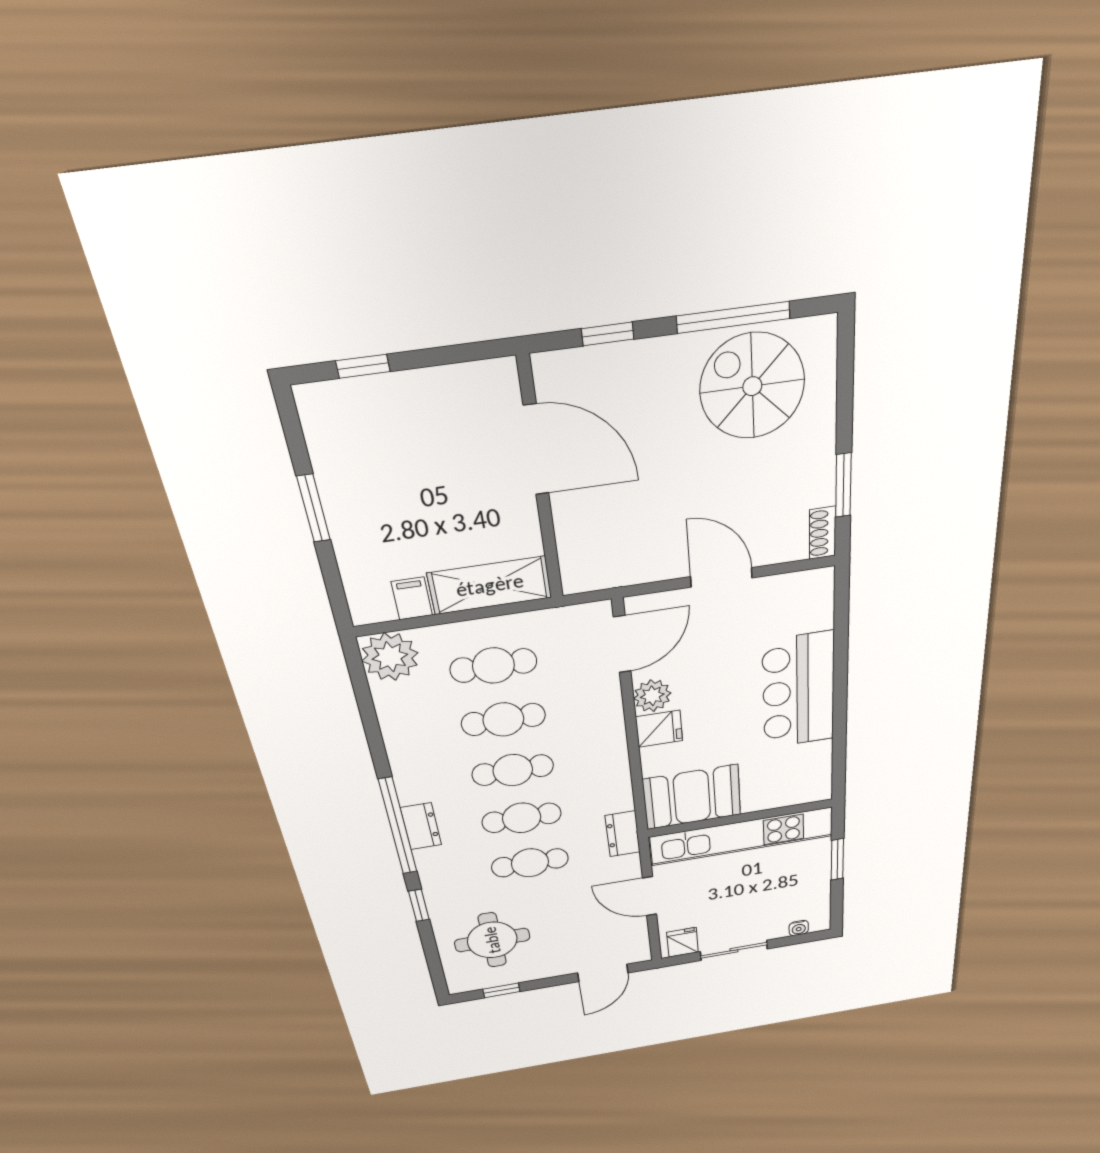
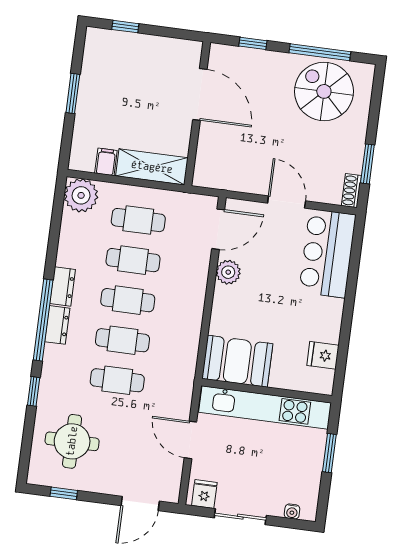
bar counter: (799, 691) -> (327, 253), moved
fridge: (659, 729) -> (323, 355), moved, turned 180
dresser: (623, 834) -> (63, 286), moved, turned 180

